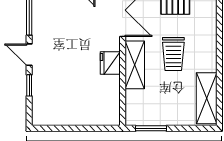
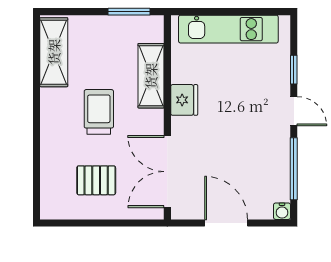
shelving: (135, 65) -> (151, 76), moved
kitchen unit: (77, 115) -> (228, 29), added

